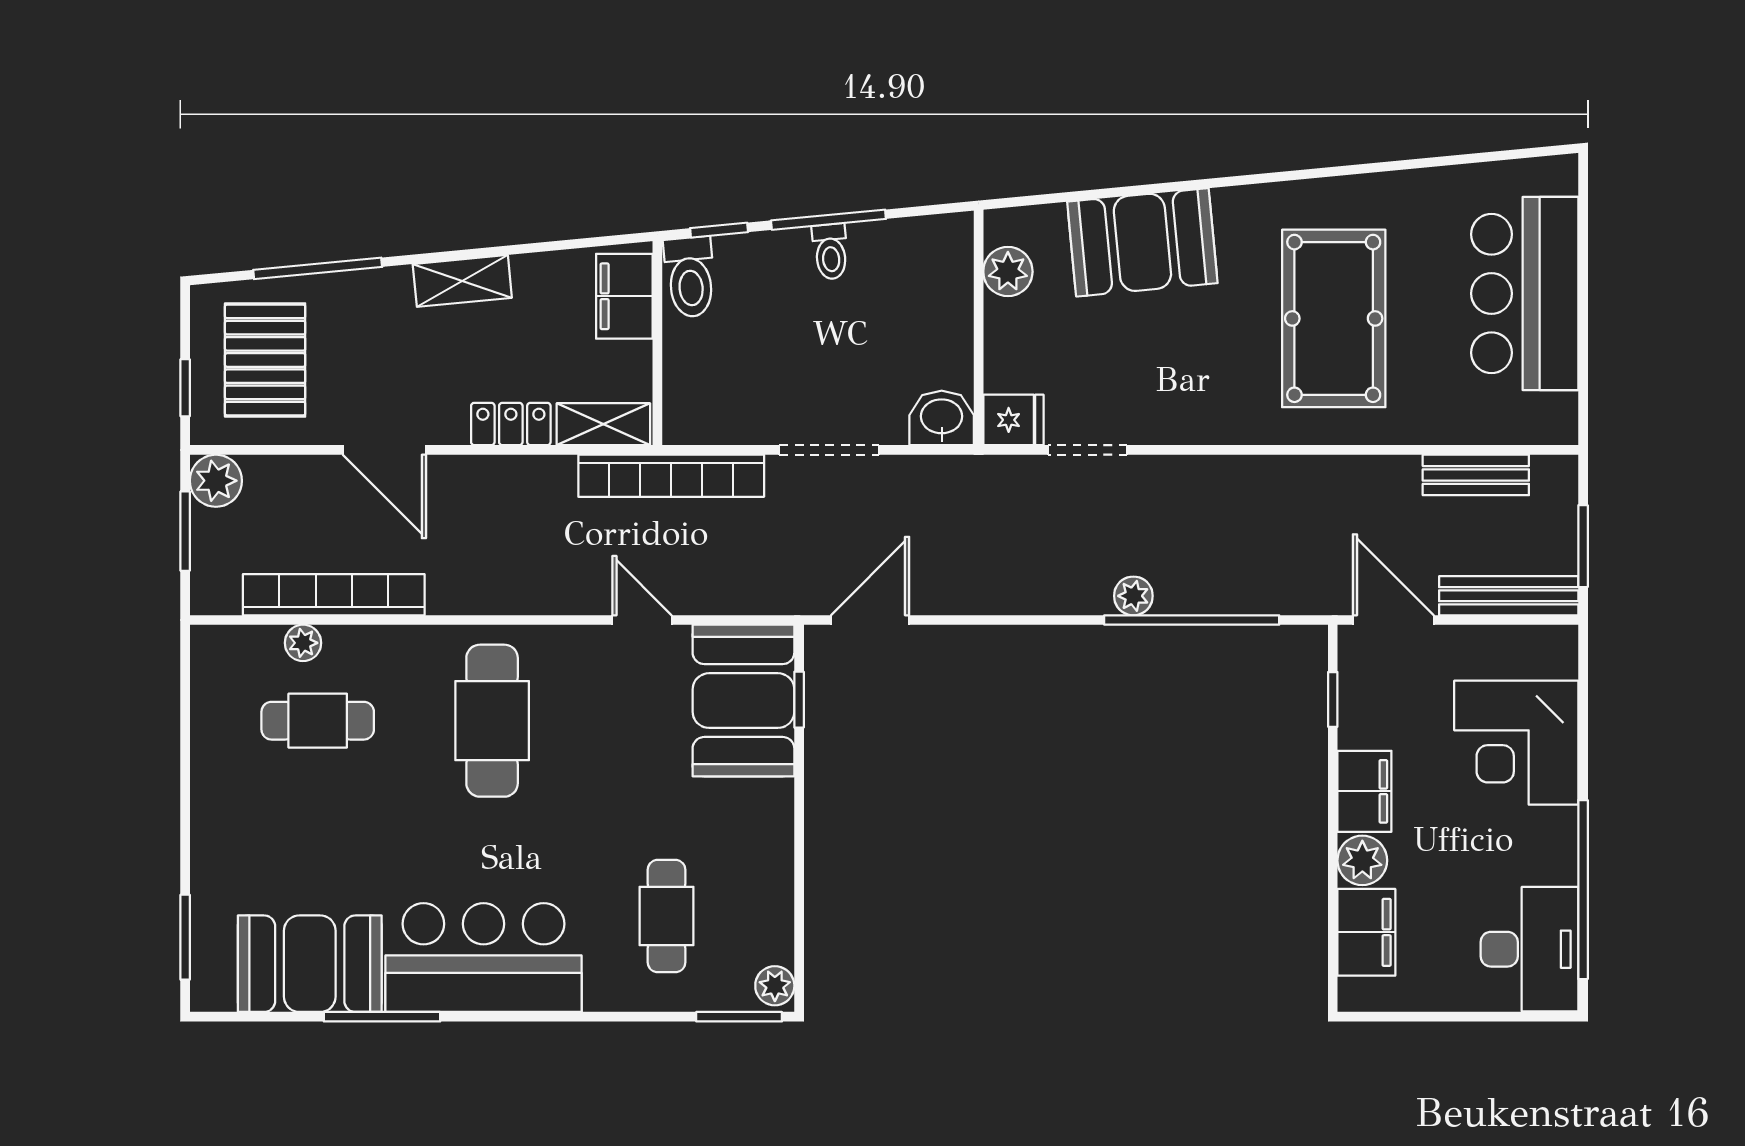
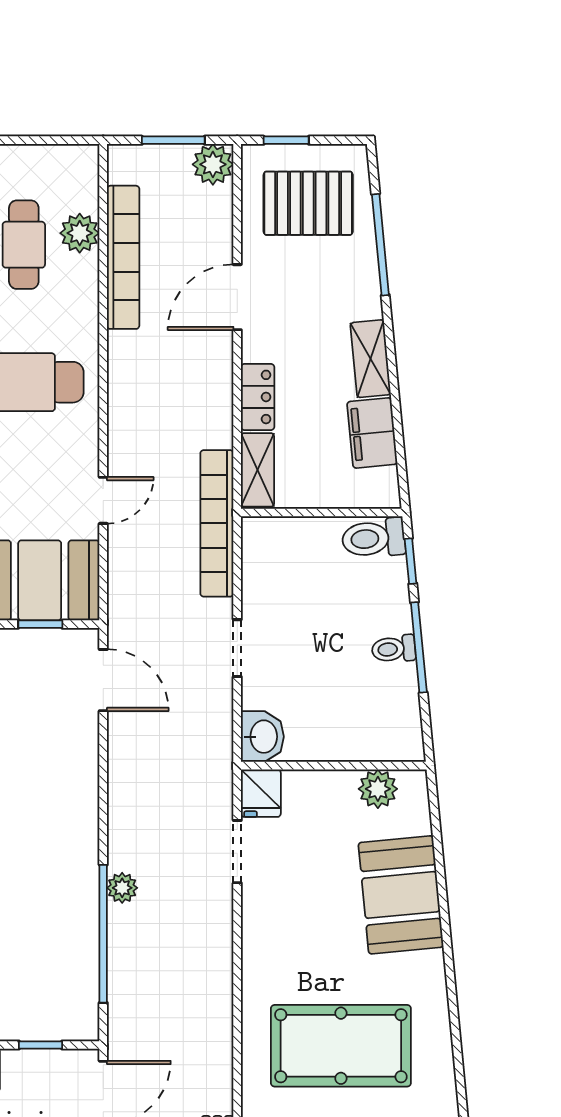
filing cabinet: (624, 296) -> (372, 433), moved, turned -95
doorway: (829, 450) -> (237, 648), width x0.73
plant: (303, 643) -> (80, 233), width x1.38, depth x1.38

